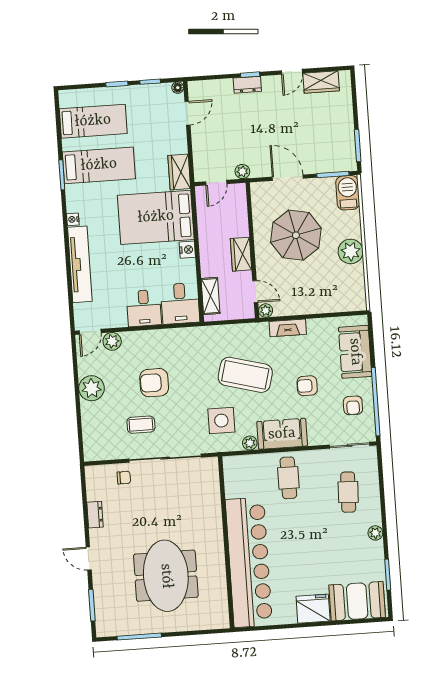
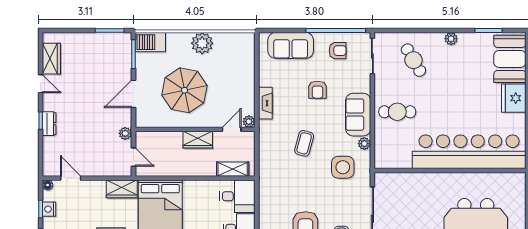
nightstand: (187, 250) -> (49, 209), moved, turned -90
coffee table: (245, 375) -> (304, 143), width x0.54, depth x0.58
cafe table: (348, 492) -> (413, 60), turned 58

